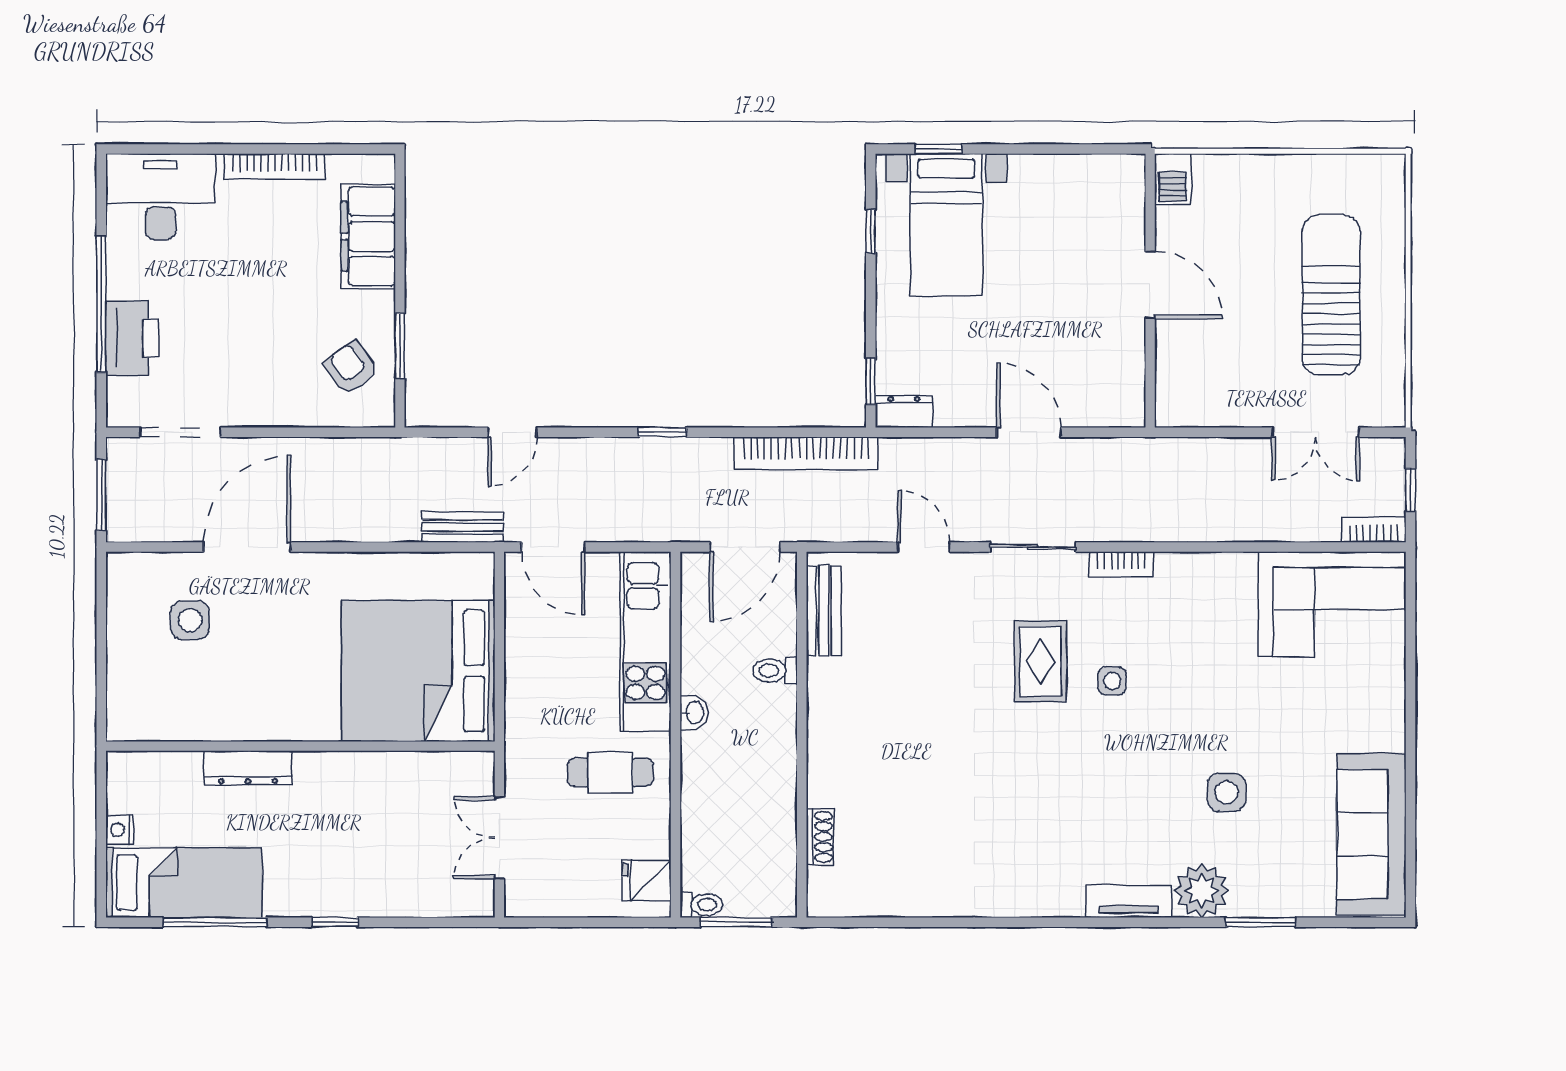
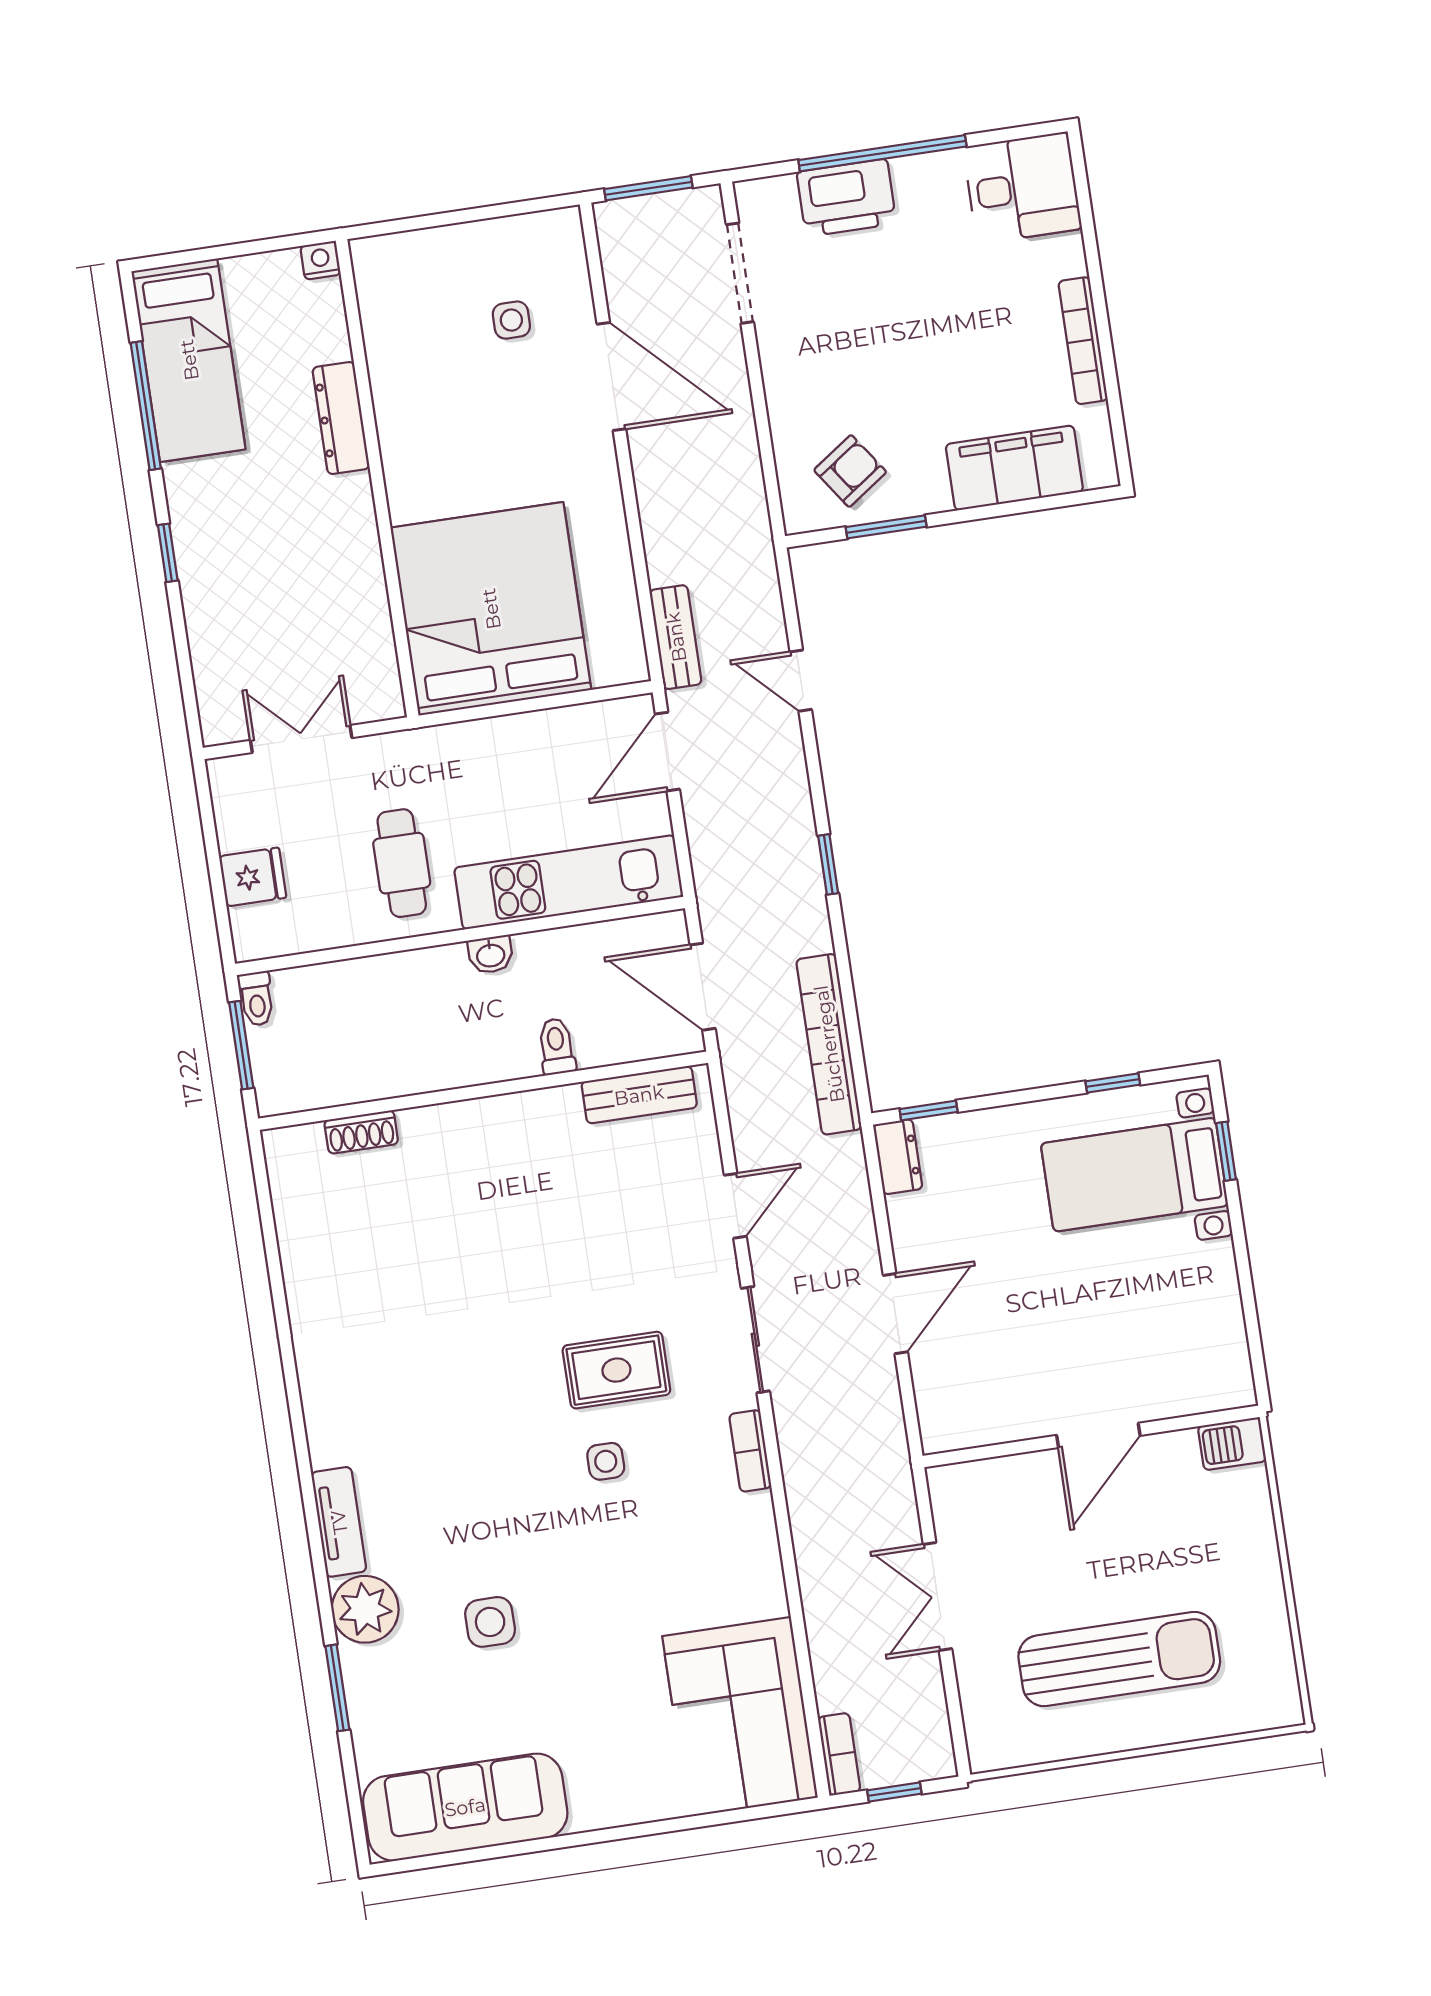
desk: (161, 196) -> (1023, 188), width x0.73
double door: (1315, 432) -> (938, 1596), moved
side table: (190, 620) -> (511, 320), width x0.73, depth x0.73
nightstand: (120, 830) -> (320, 260), moved
fridge: (646, 881) -> (253, 877), moved, turned 90

